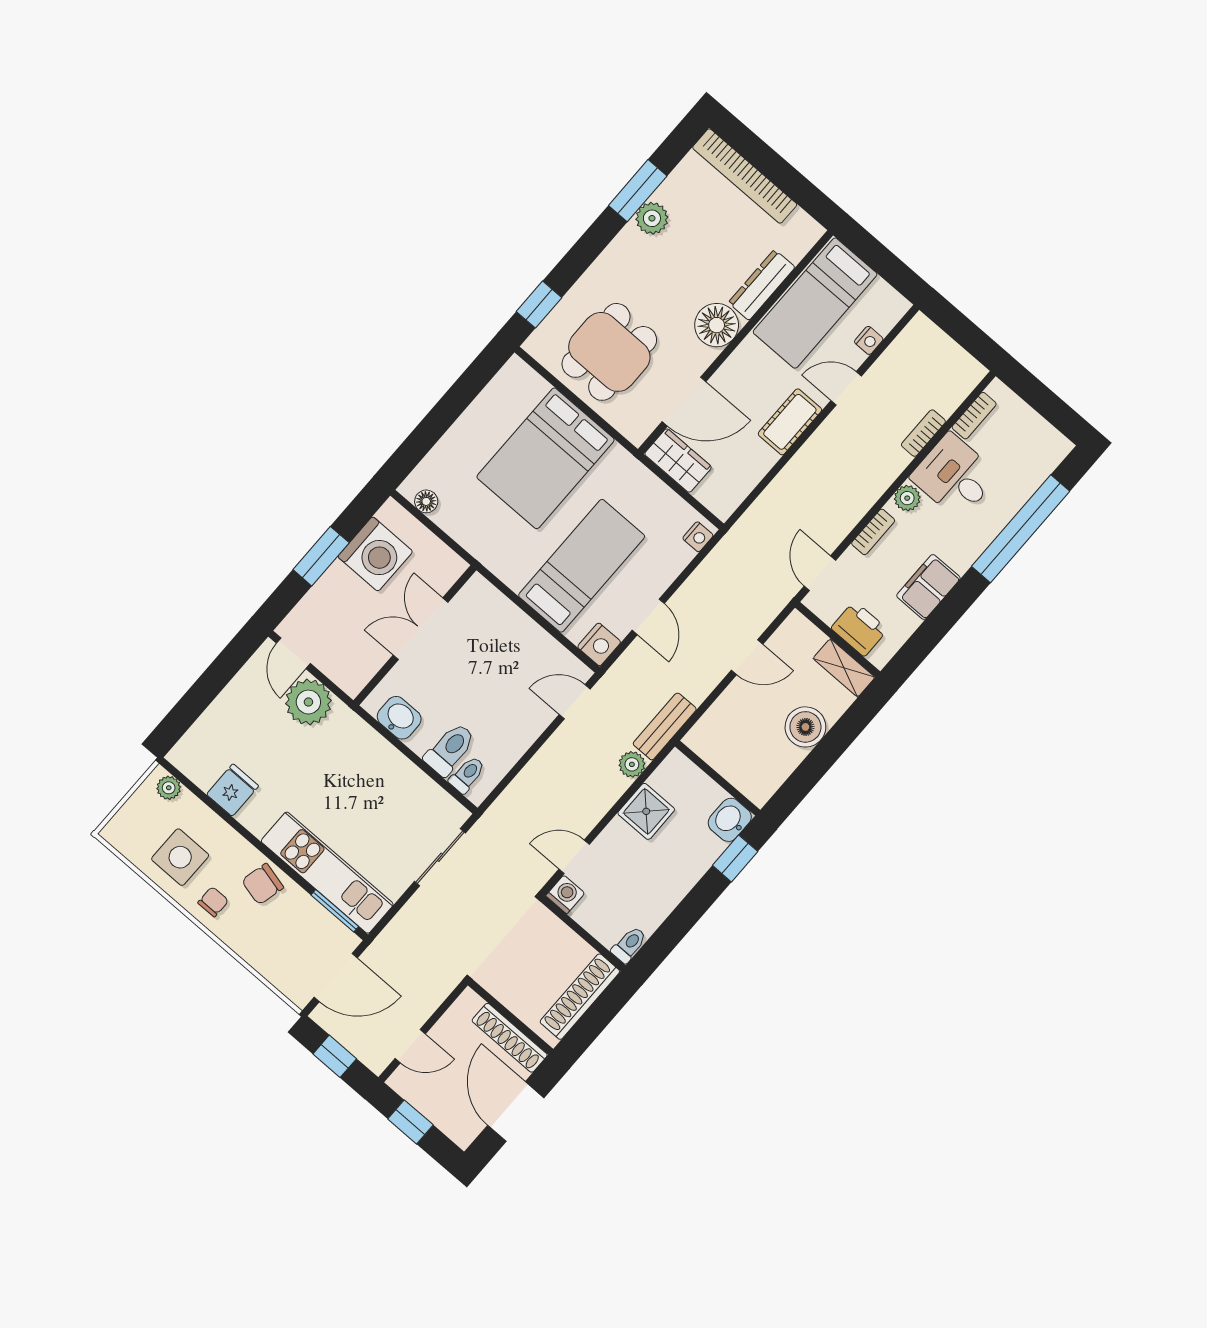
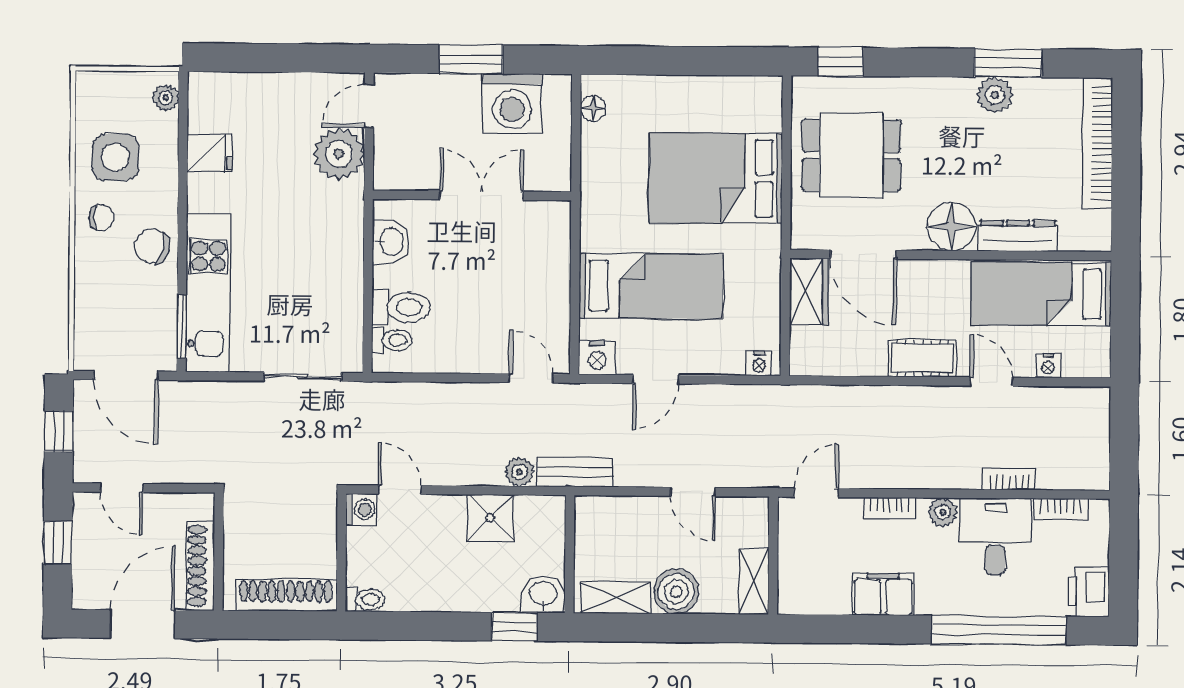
printer: (859, 629) -> (1088, 592), moved, turned 180
shelving: (774, 772) -> (616, 598), added

